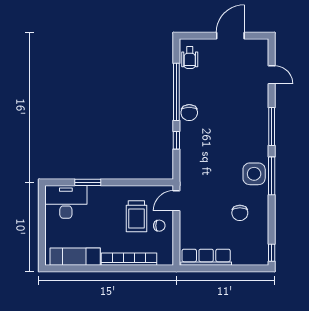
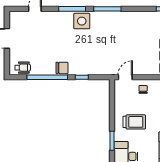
side table: (254, 174) -> (82, 21), moved
door: (176, 201) -> (125, 77), swing flipped
chair: (240, 213) -> (134, 32), removed
trolley: (136, 216) -> (134, 122), moved

